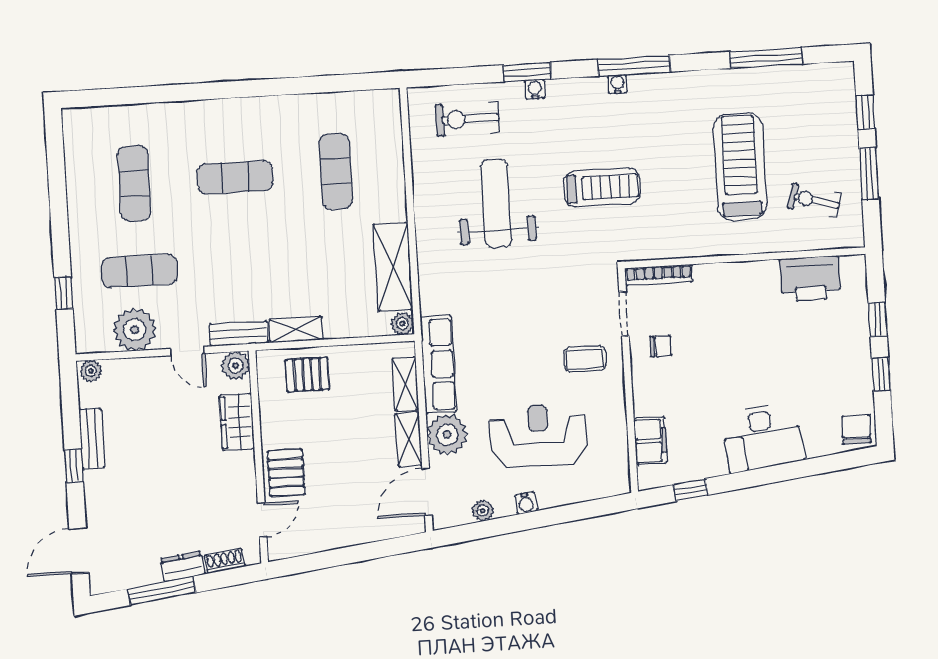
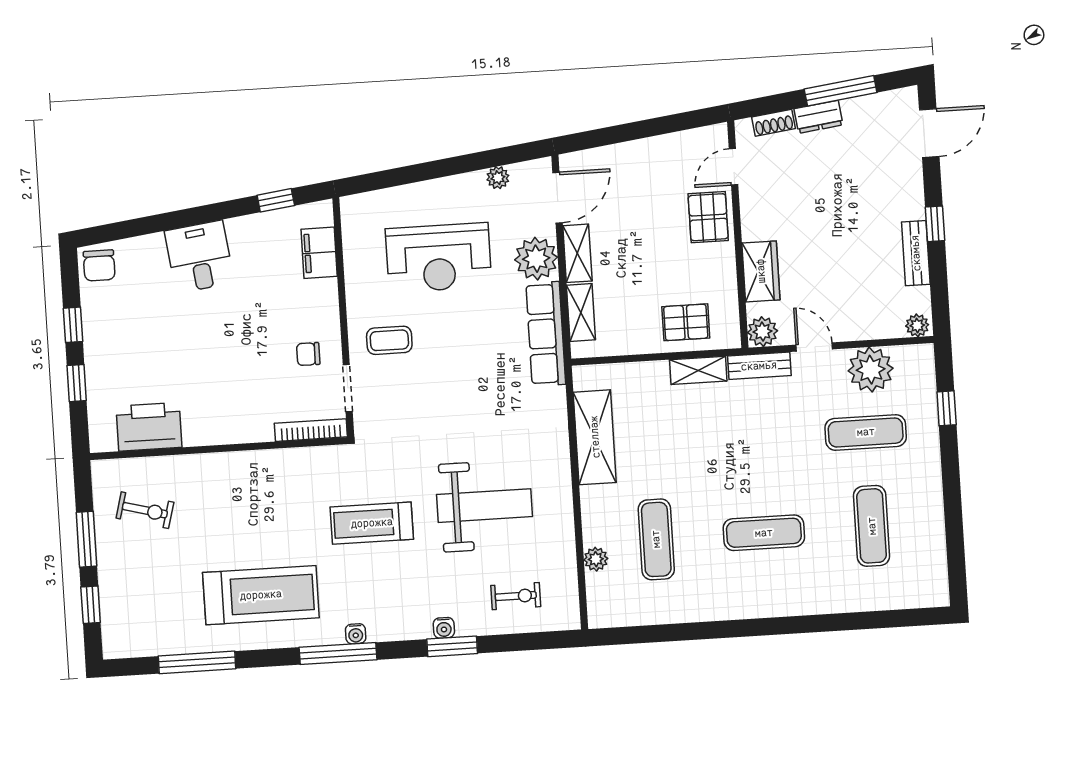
exercise bike: (467, 119) -> (516, 596), width x0.73, depth x0.72
treadmill: (740, 166) -> (261, 595), moved, turned -90
weight bench: (496, 204) -> (485, 506), turned -90
plant: (403, 324) -> (596, 559), moved
desk: (762, 437) -> (199, 257), width x0.73
water cooler: (526, 503) -> (452, 186), removed

